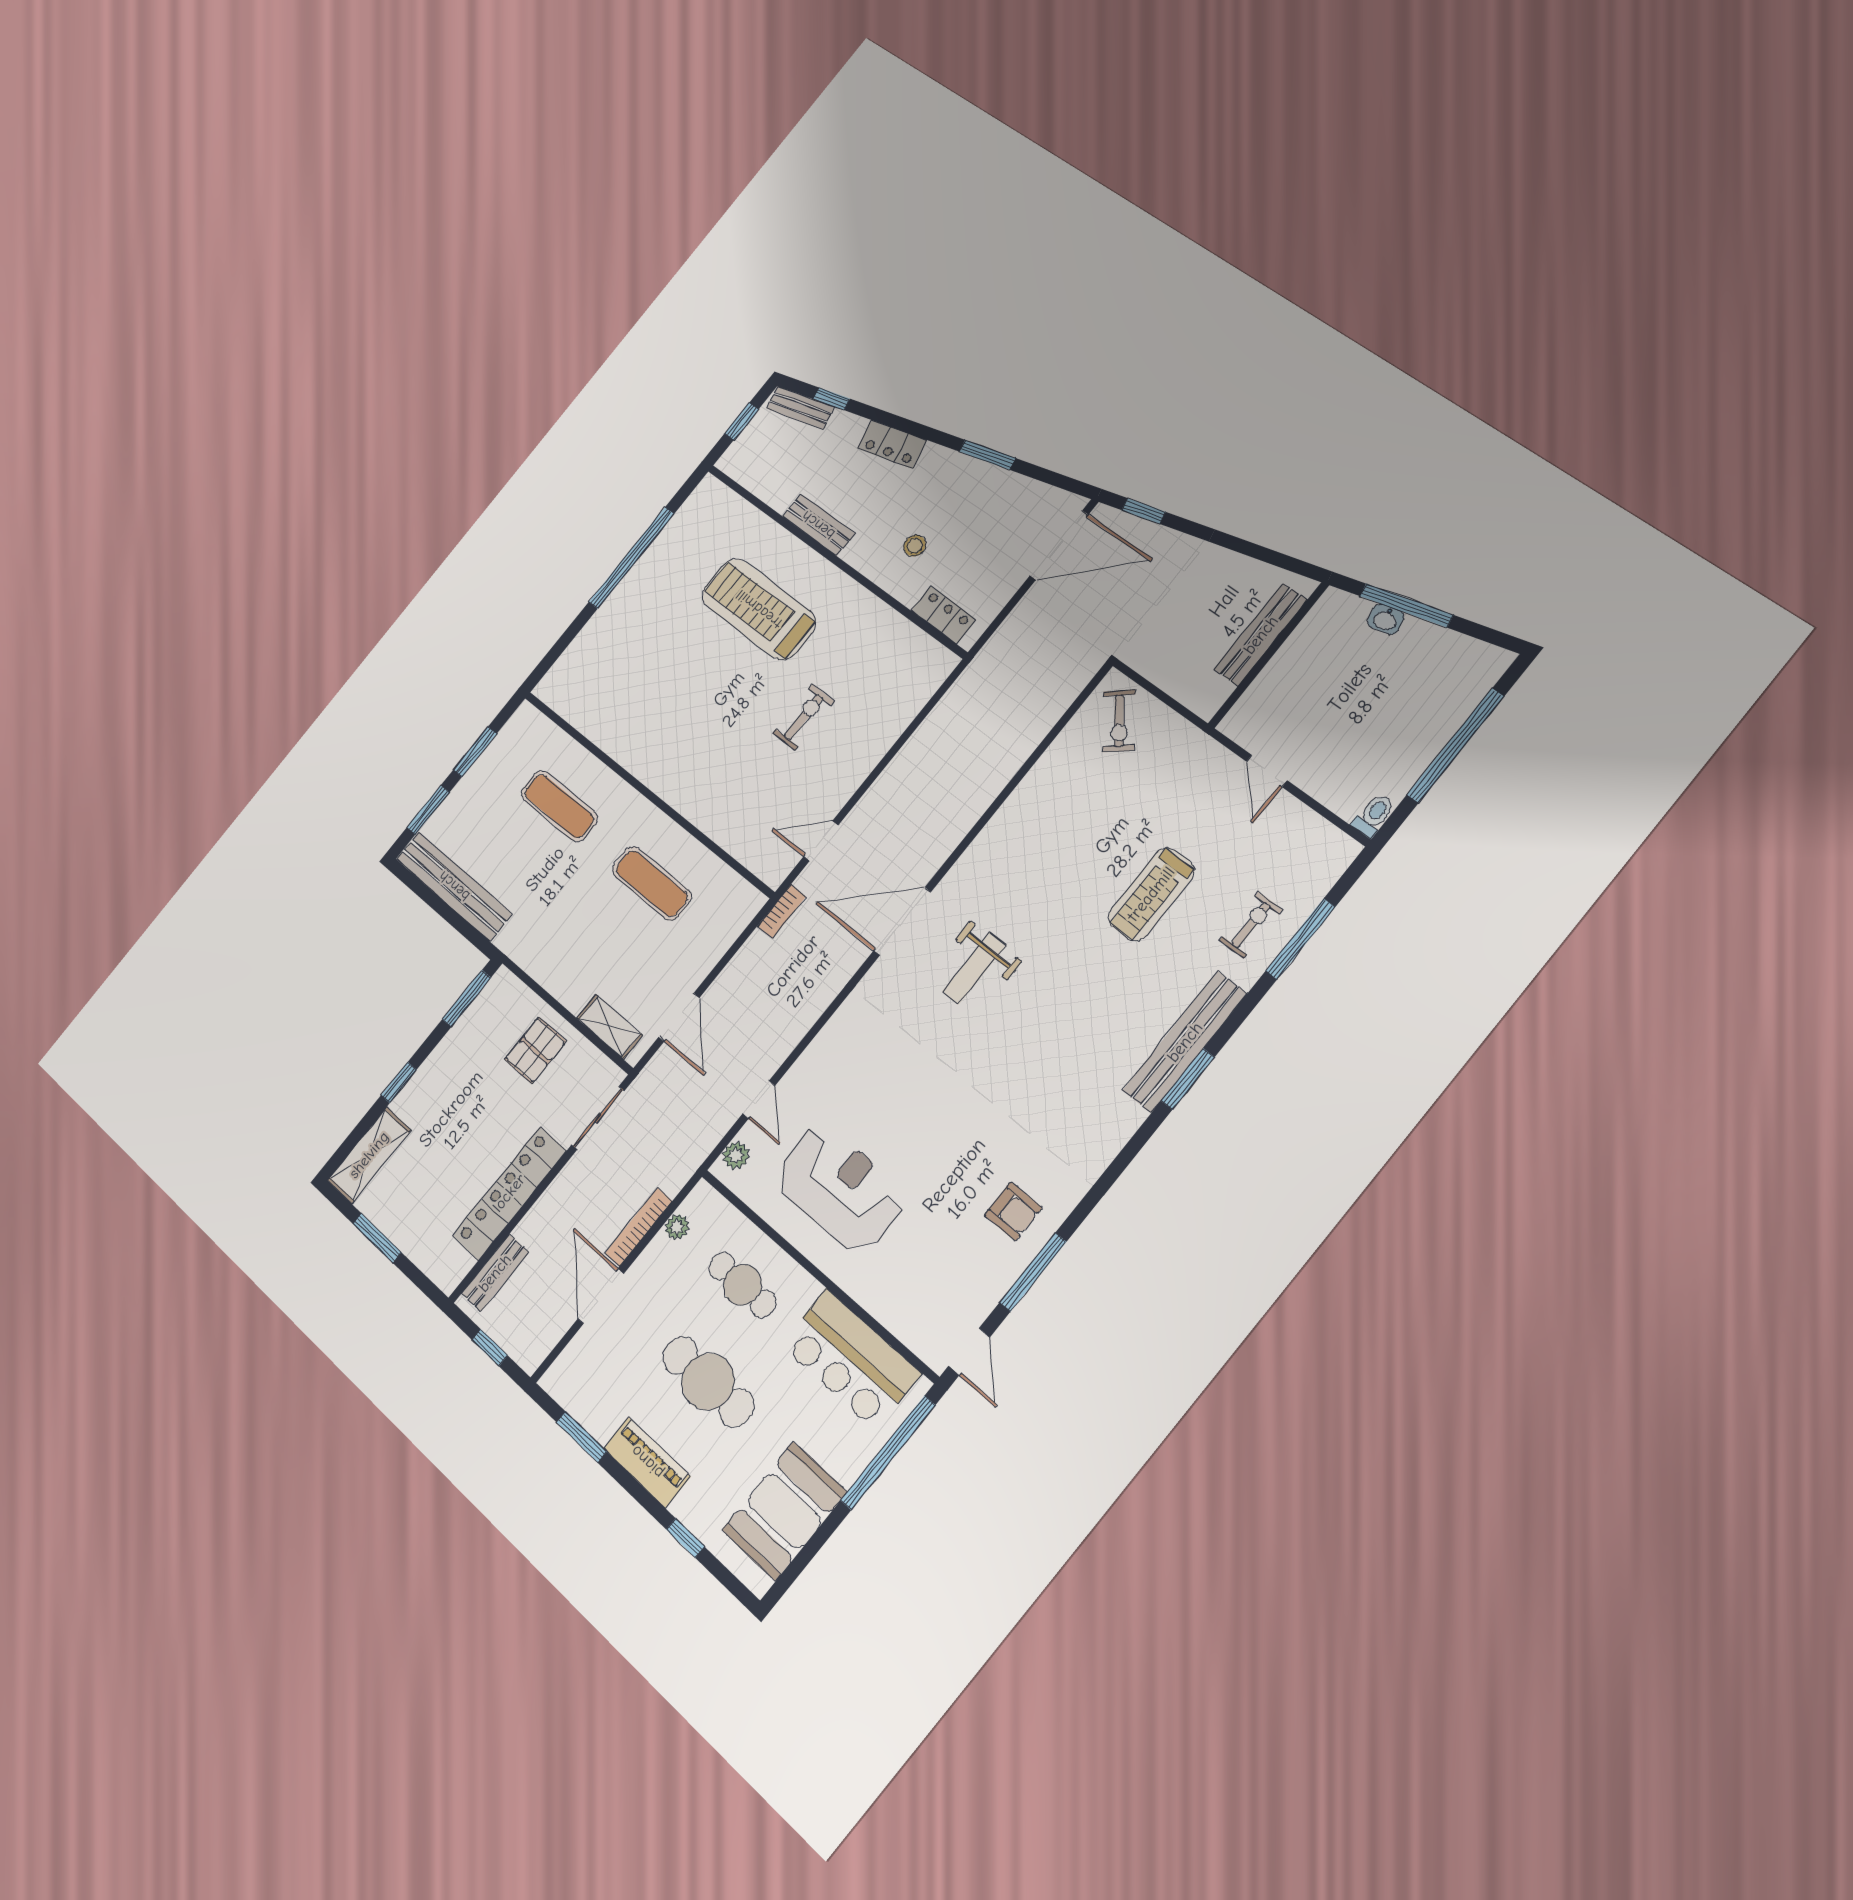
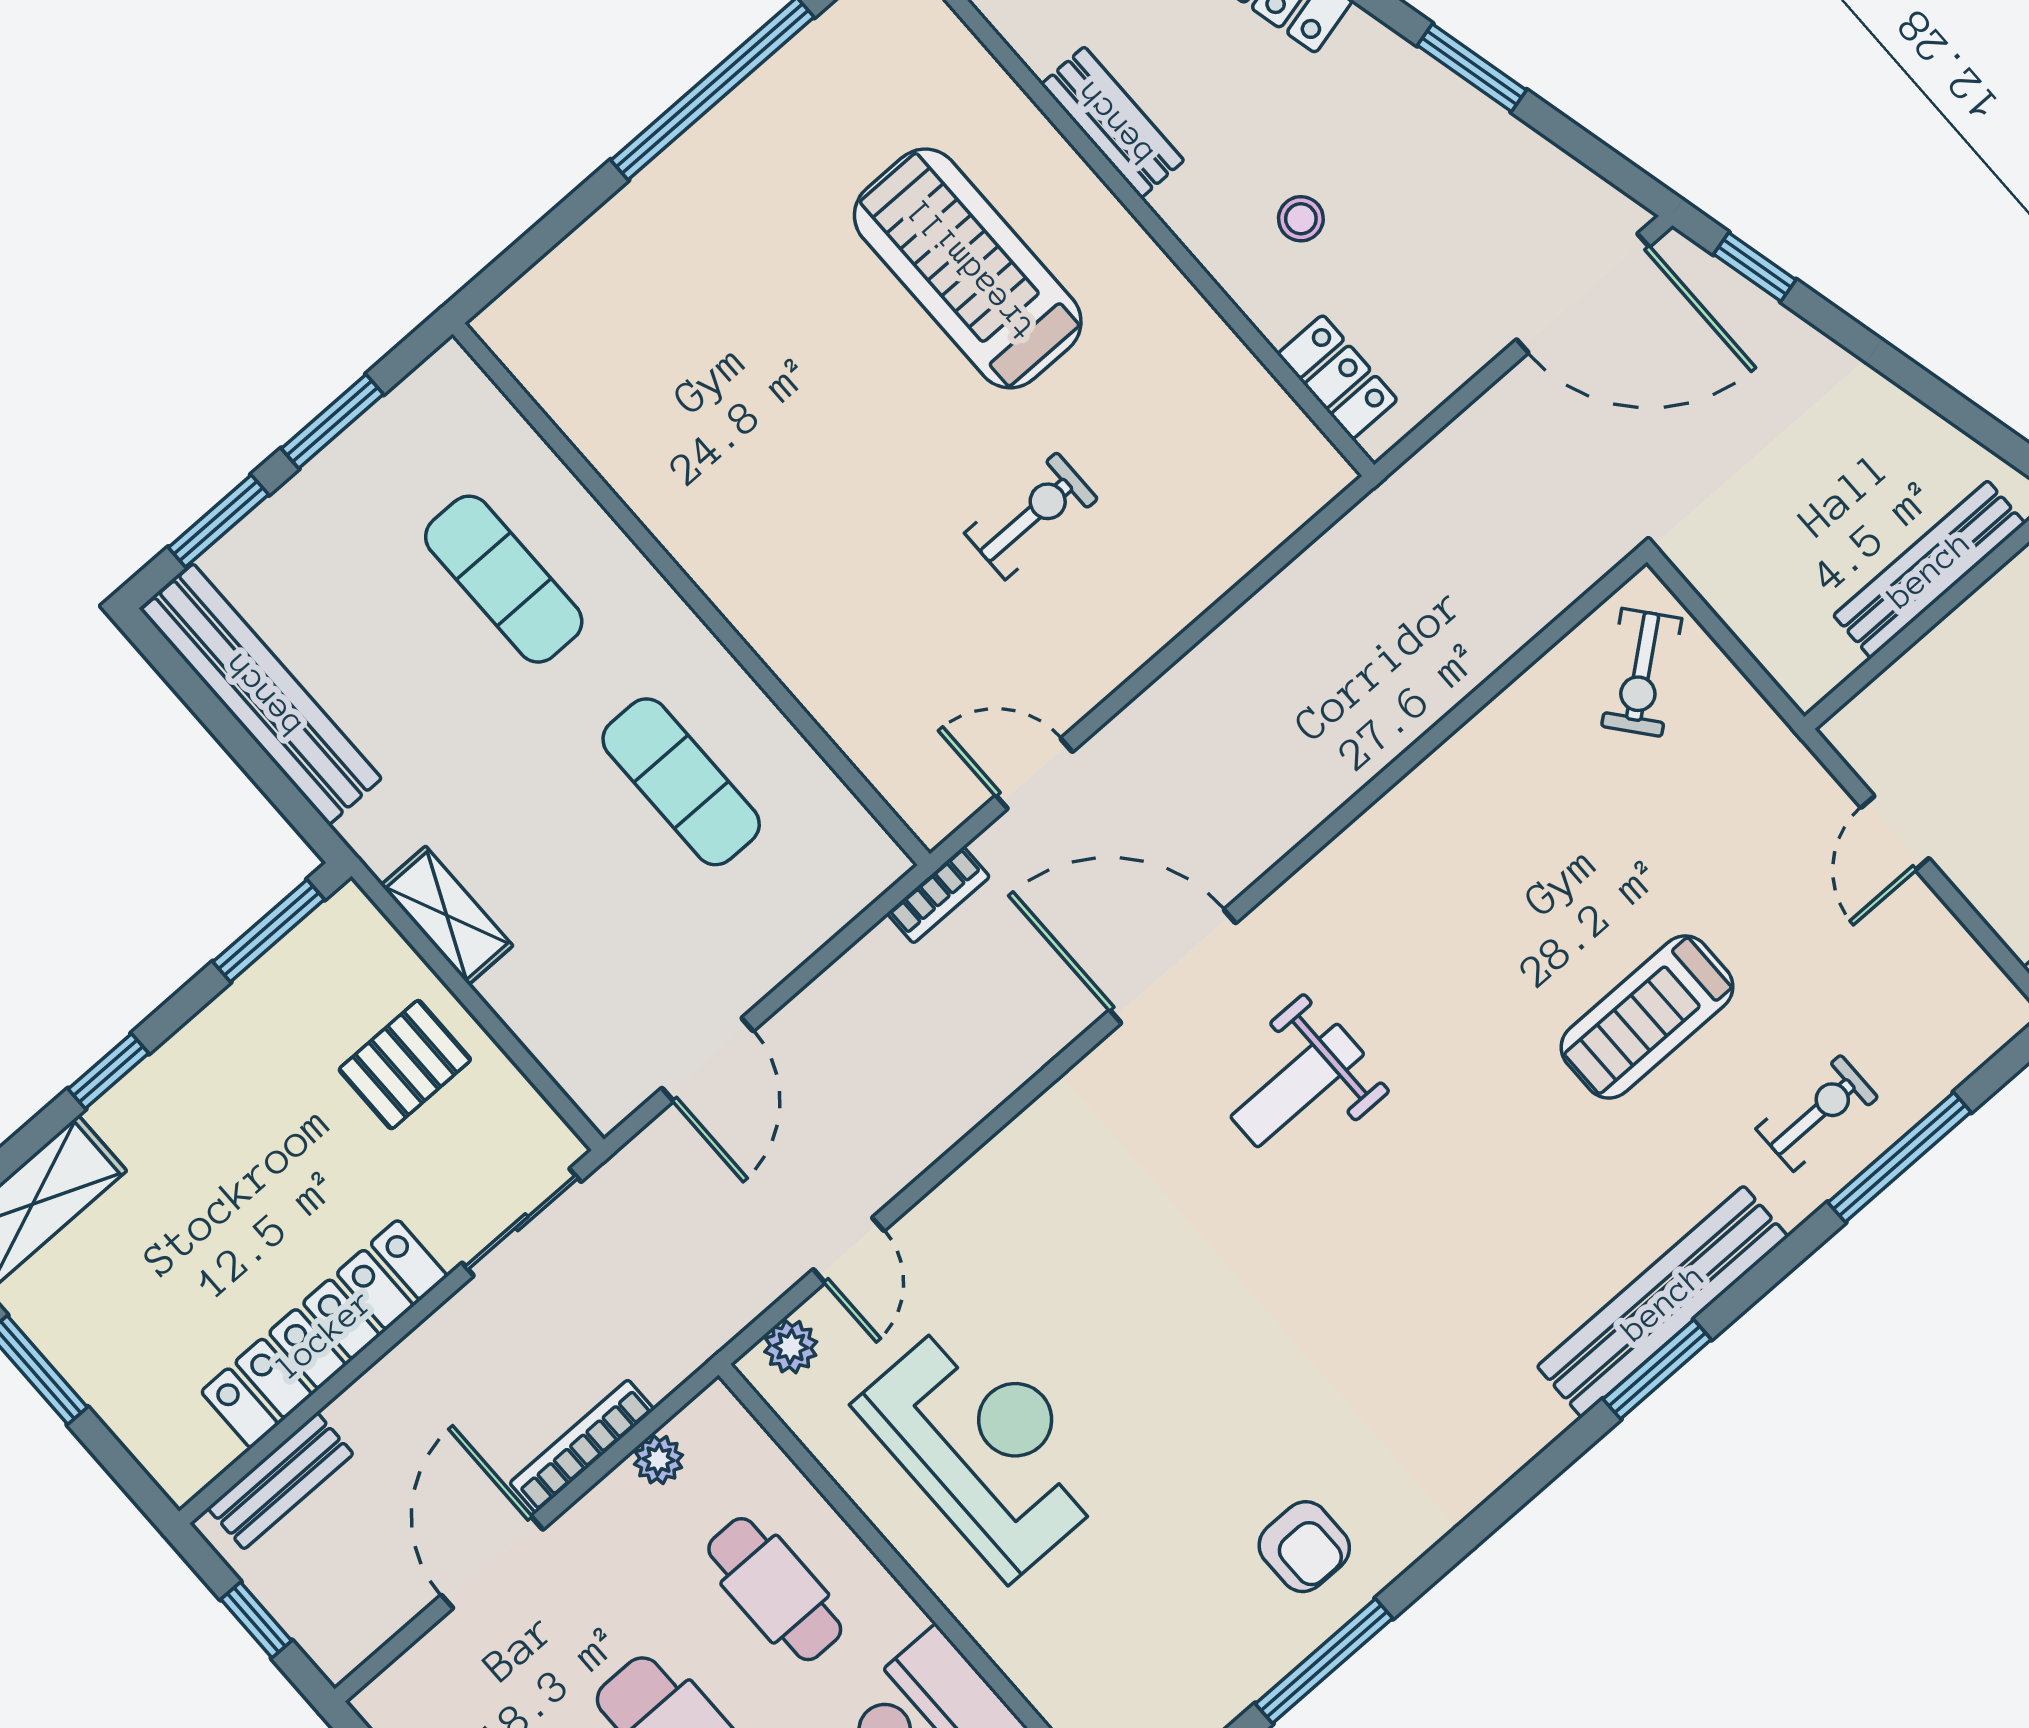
shelving: (610, 1027) -> (447, 915), moved

